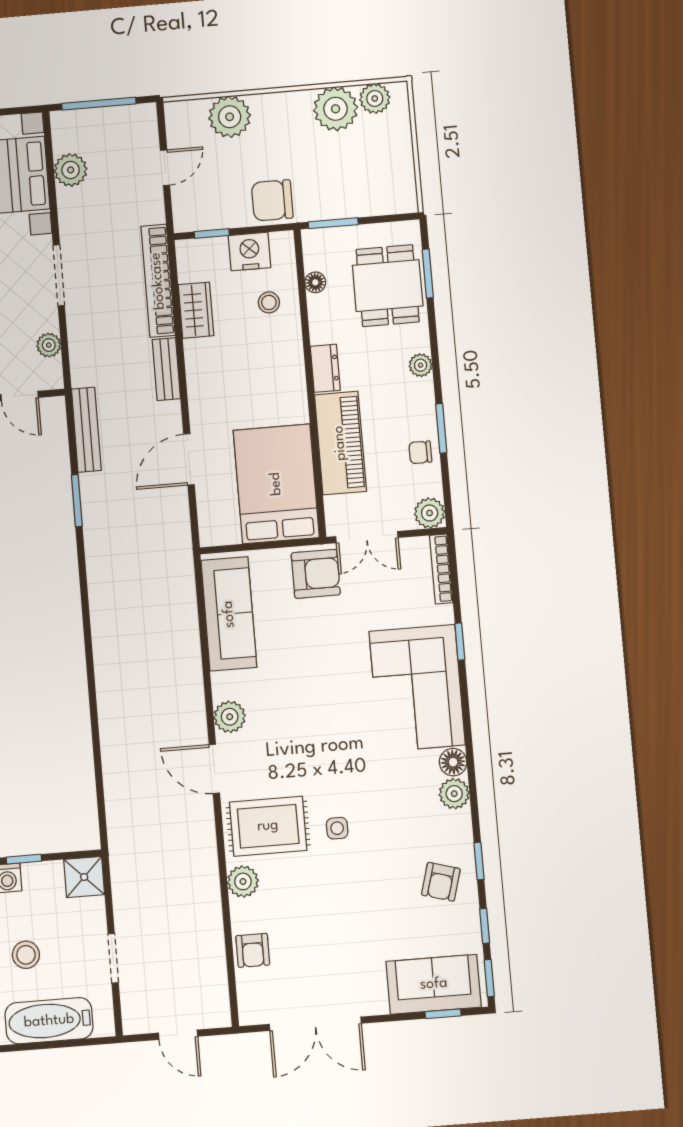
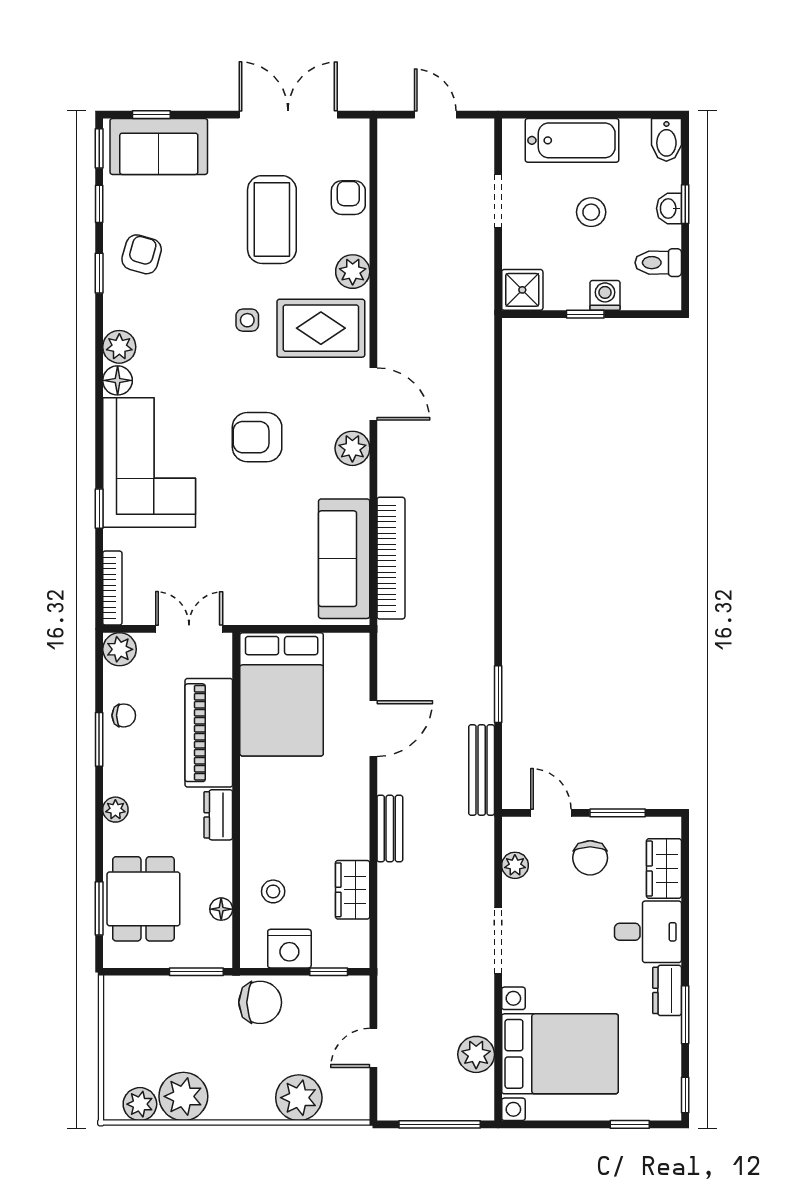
bookcase: (158, 281) -> (391, 558), moved
armchair: (316, 574) -> (257, 437), moved
coffee table: (322, 924) -> (272, 220), added

